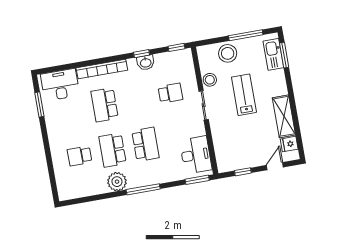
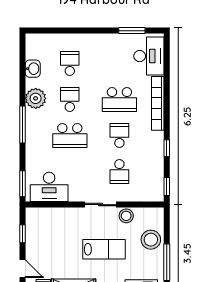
washbasin: (146, 63) -> (33, 69), moved, turned 180
school desk: (137, 99) -> (119, 136), added
school desk: (105, 105) -> (119, 100), turned 180
school desk: (113, 150) -> (70, 100), width x0.54

